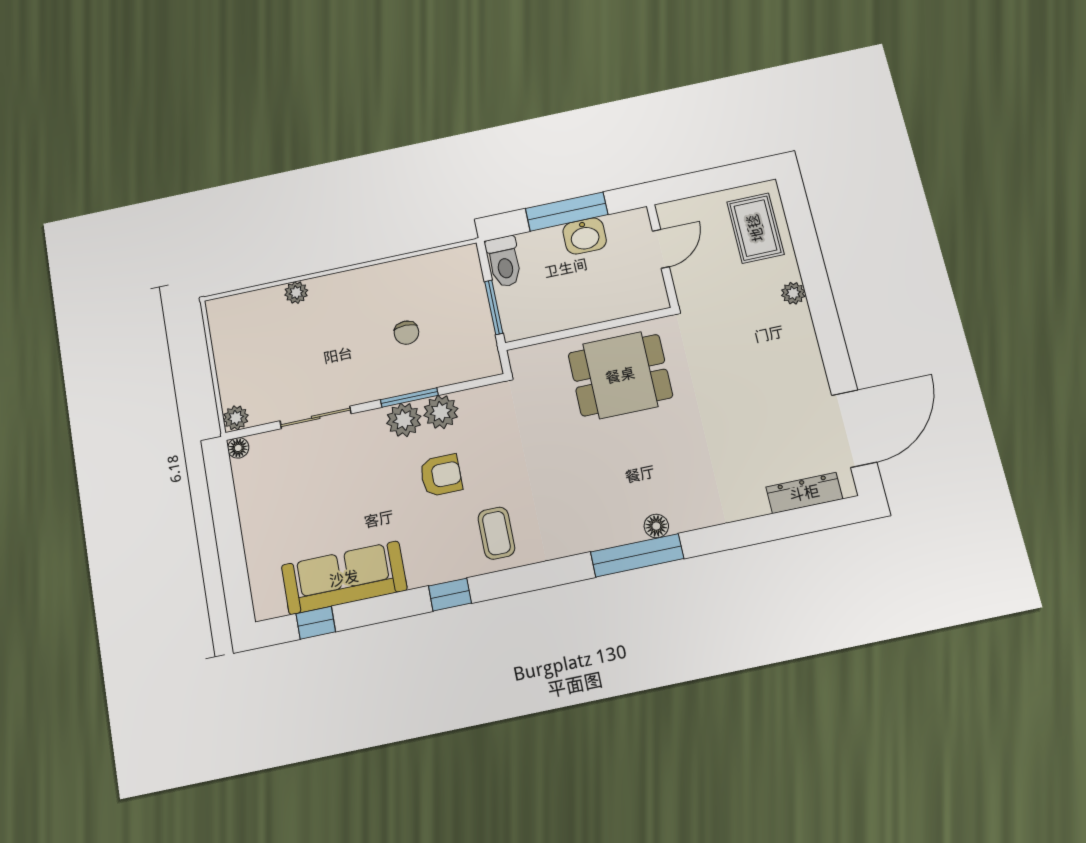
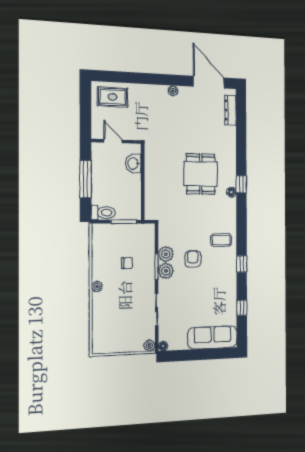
washbasin: (585, 236) -> (133, 163), moved, turned 180
plant: (296, 293) -> (97, 287), moved
plant: (793, 293) -> (173, 91), moved
dining table: (620, 375) -> (201, 174), moved
floor lamp: (656, 526) -> (231, 192), moved
window: (637, 555) -> (241, 184), width x0.46
sofa: (344, 578) -> (213, 337), moved, turned 90
window: (316, 623) -> (242, 308), moved

